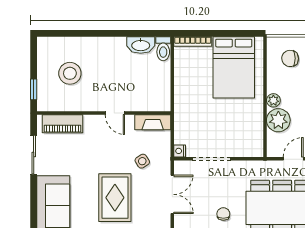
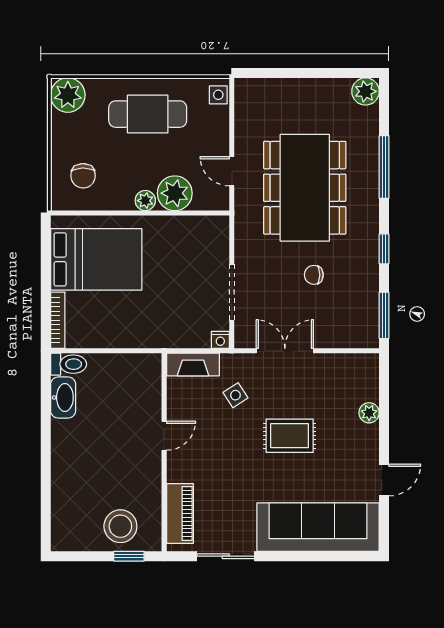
stool: (70, 73) -> (120, 526), moved
fireplace: (153, 122) -> (193, 365), moved, turned 90
rug: (115, 198) -> (290, 436), width x0.73, depth x0.70

